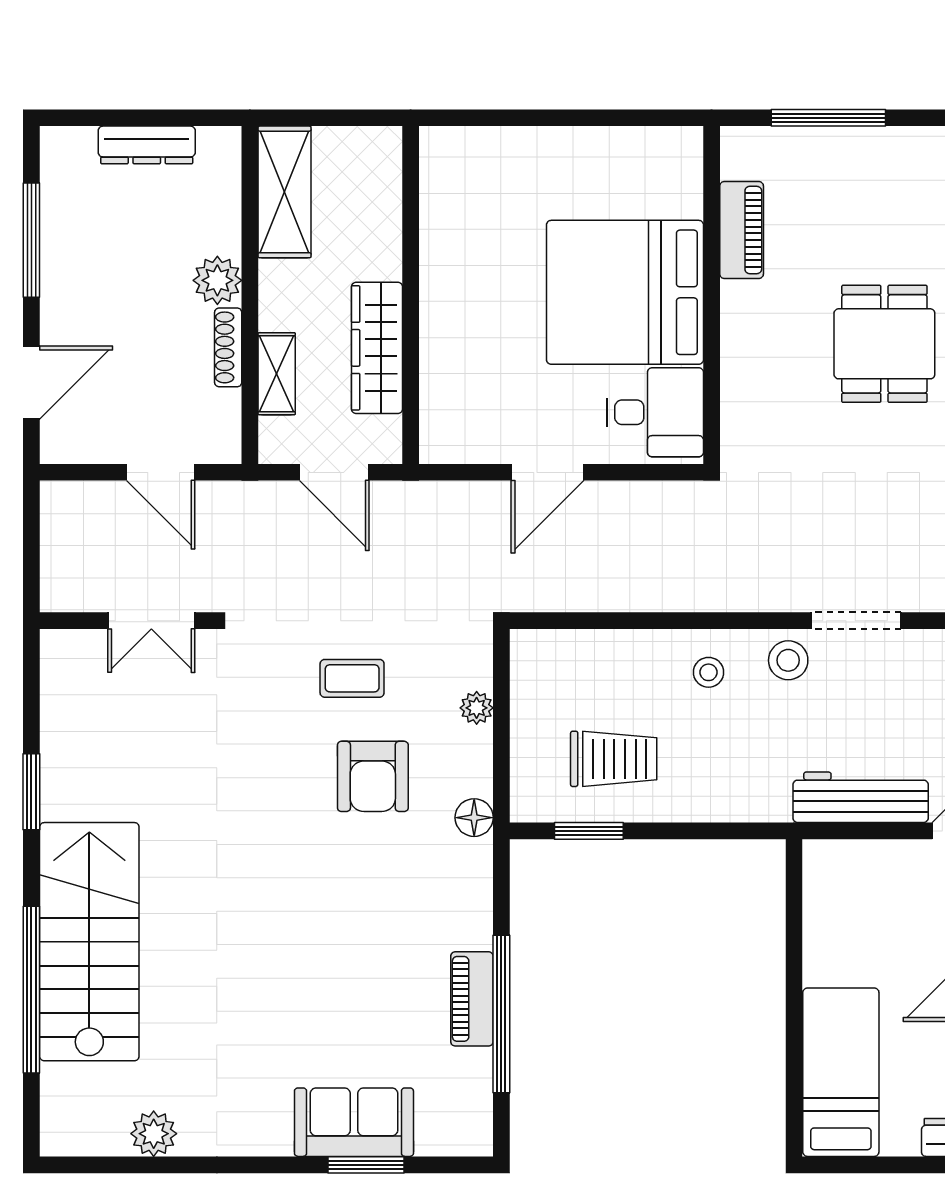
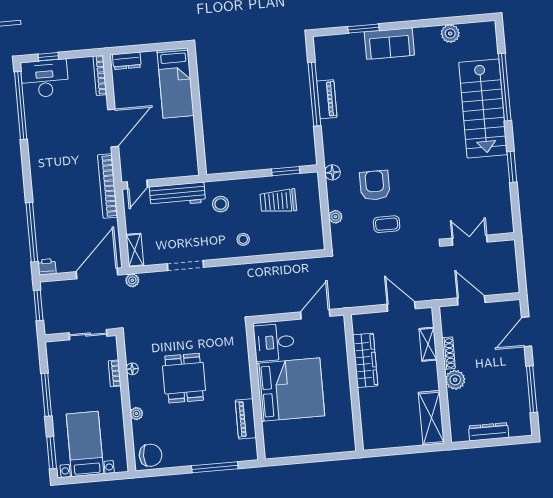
wall: (411, 295) -> (354, 383), moved
wardrobe: (377, 348) -> (365, 360), moved
stool: (788, 660) -> (221, 204), moved
sofa: (354, 1122) -> (389, 44), moved

